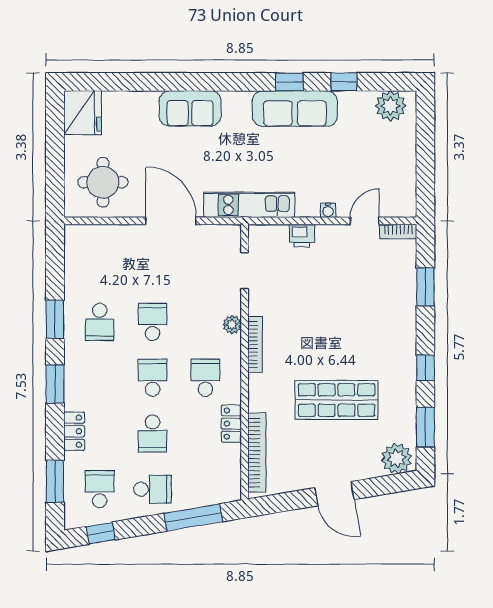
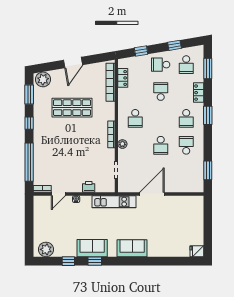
sofa: (190, 108) -> (132, 248), moved
sofa: (295, 109) -> (92, 248), width x0.73
fridge: (83, 113) -> (197, 251), width x0.53, depth x0.75
round table: (103, 182) -> (185, 213), removed
door: (171, 221) -> (152, 194), swing flipped
window: (425, 287) -> (29, 162), width x2.11
window: (55, 319) -> (208, 170), moved
school desk: (153, 378) -> (186, 118), moved
locker: (231, 424) -> (123, 78), moved
door: (334, 494) -> (73, 63), swing flipped
window: (193, 517) -> (141, 51), width x0.46
window: (101, 533) -> (175, 45), moved

